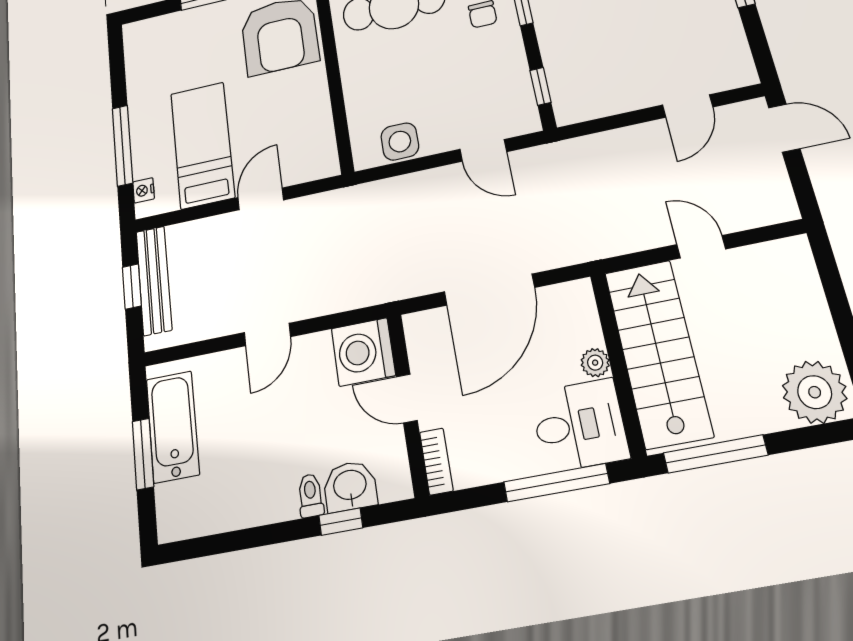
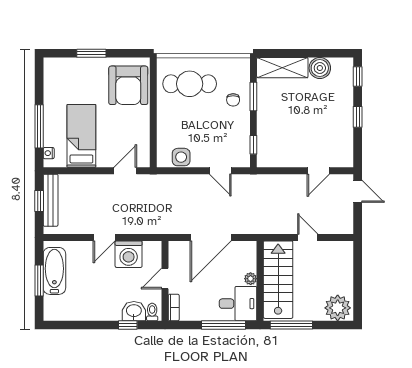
door: (261, 199) -> (125, 171), moved
washing machine: (363, 352) -> (129, 254), moved, turned -90
door: (407, 398) -> (165, 279), hinge flipped
toilet: (311, 496) -> (152, 312), moved

